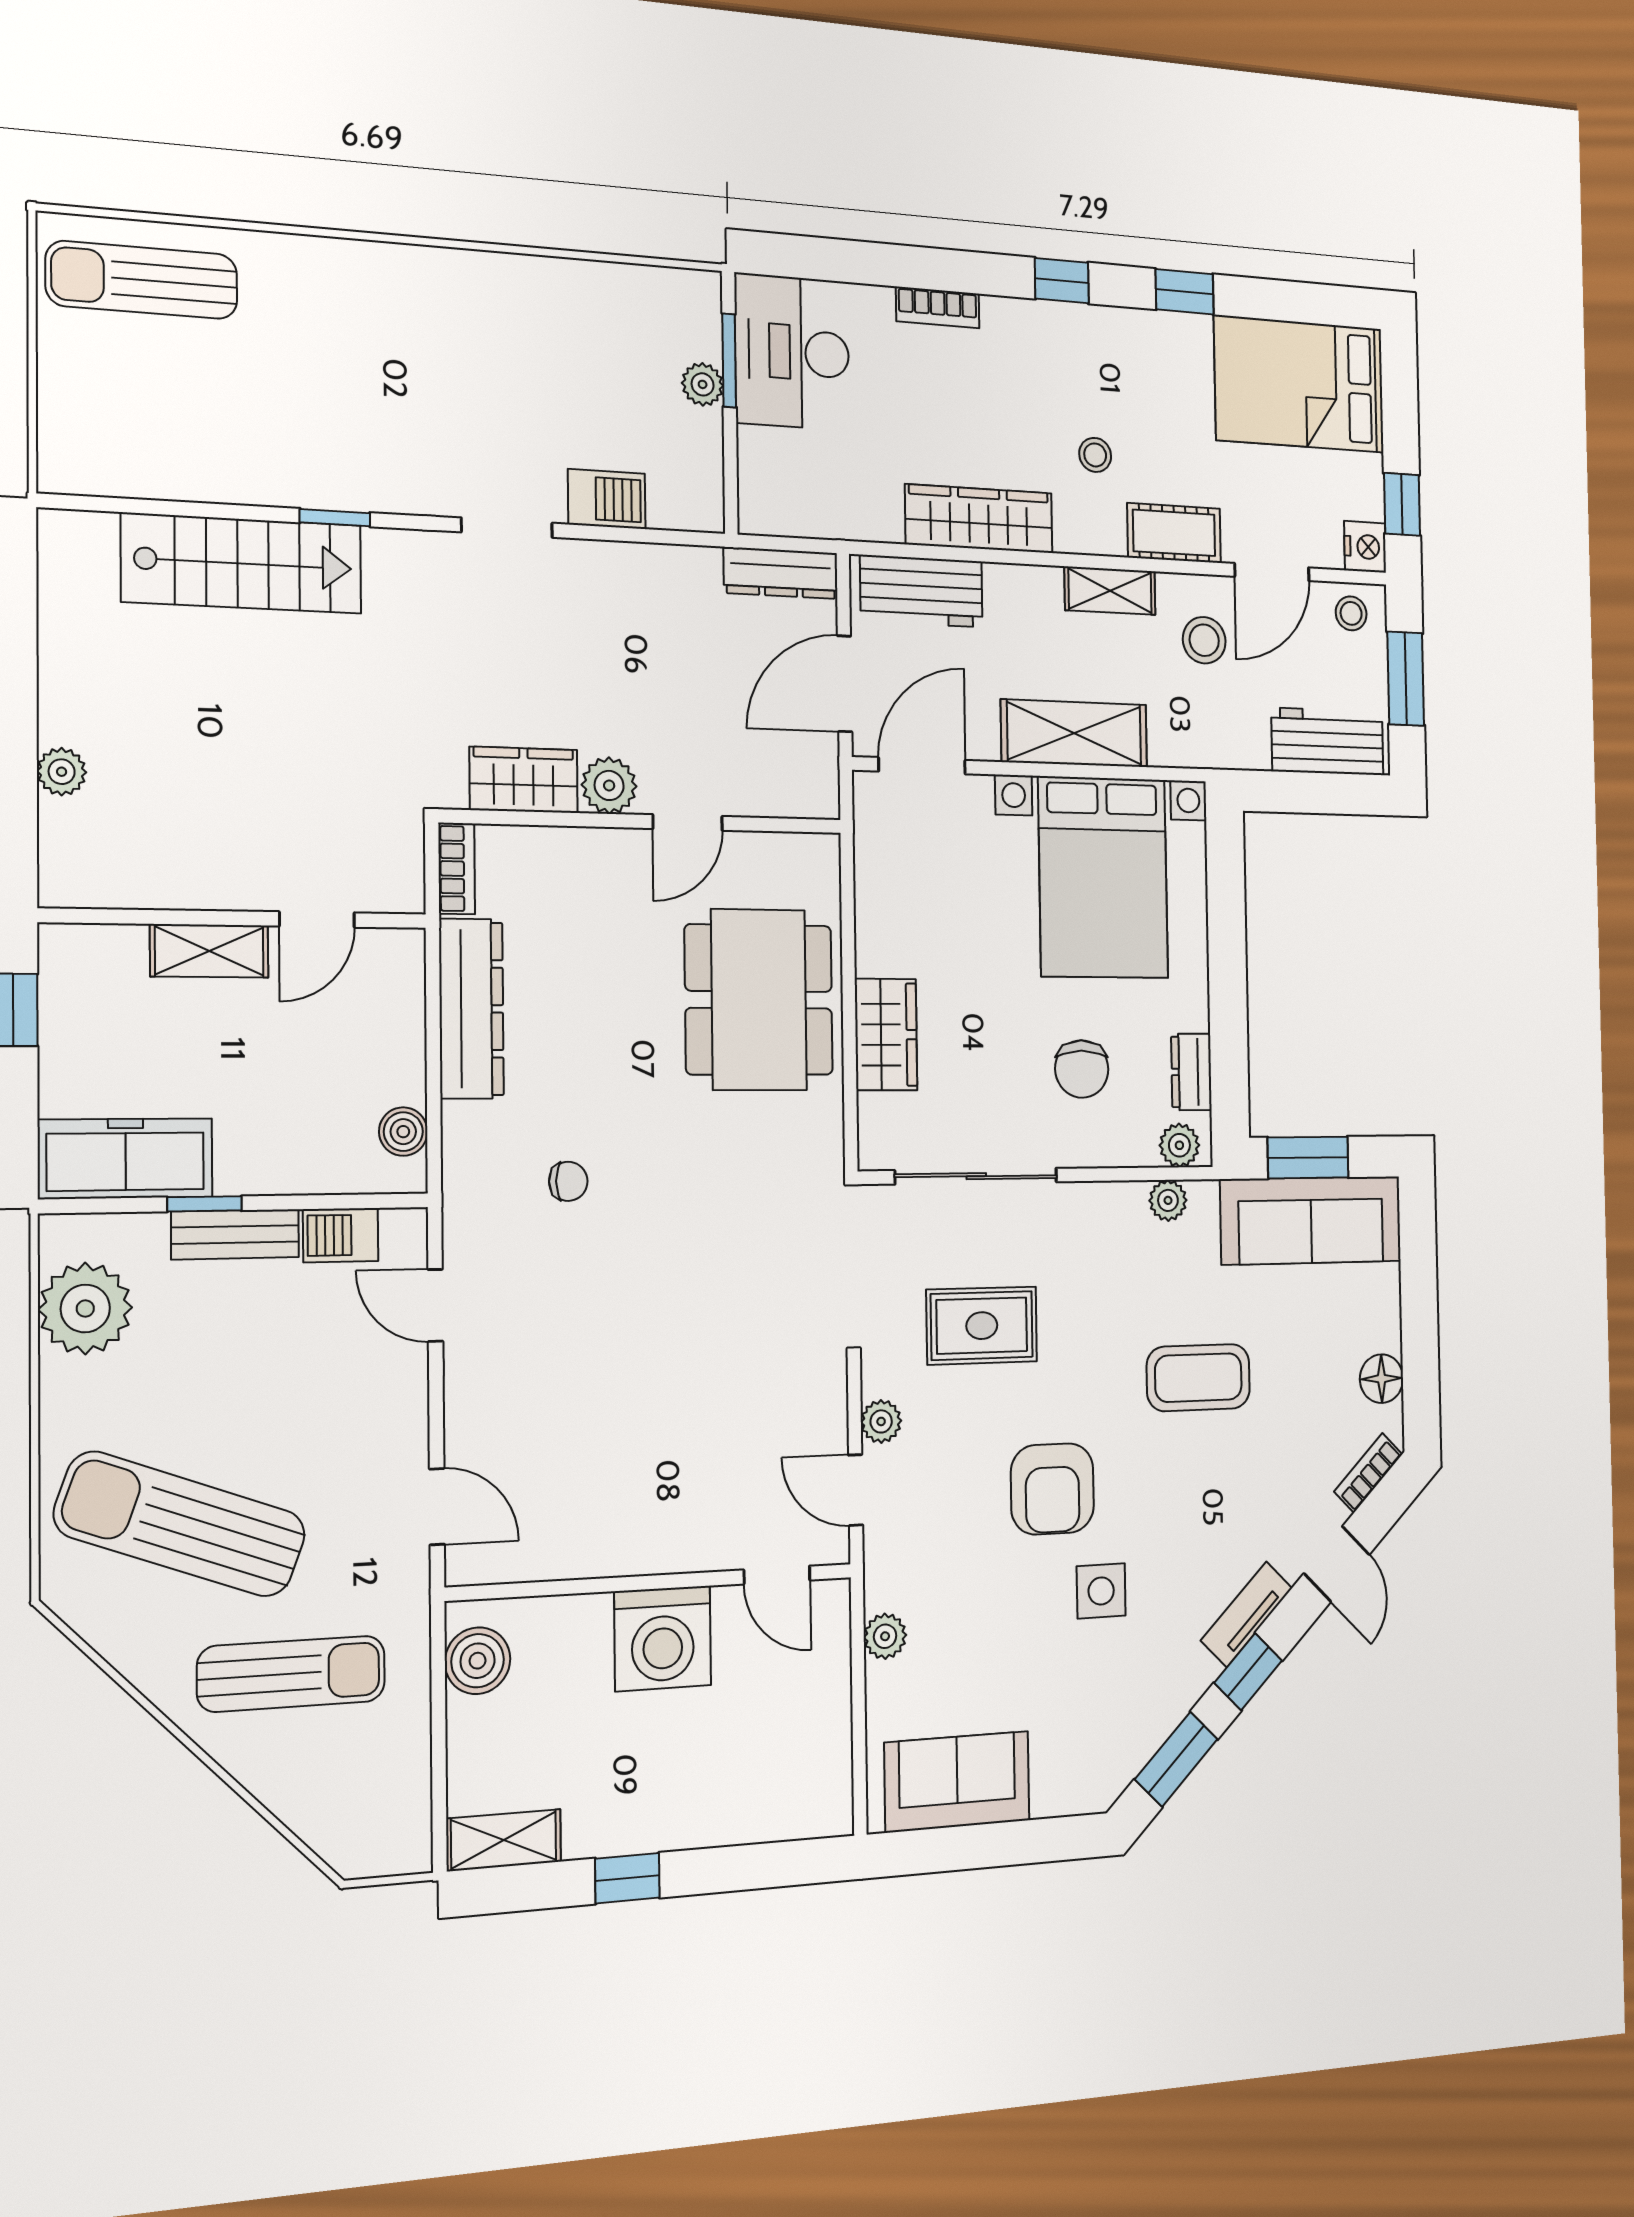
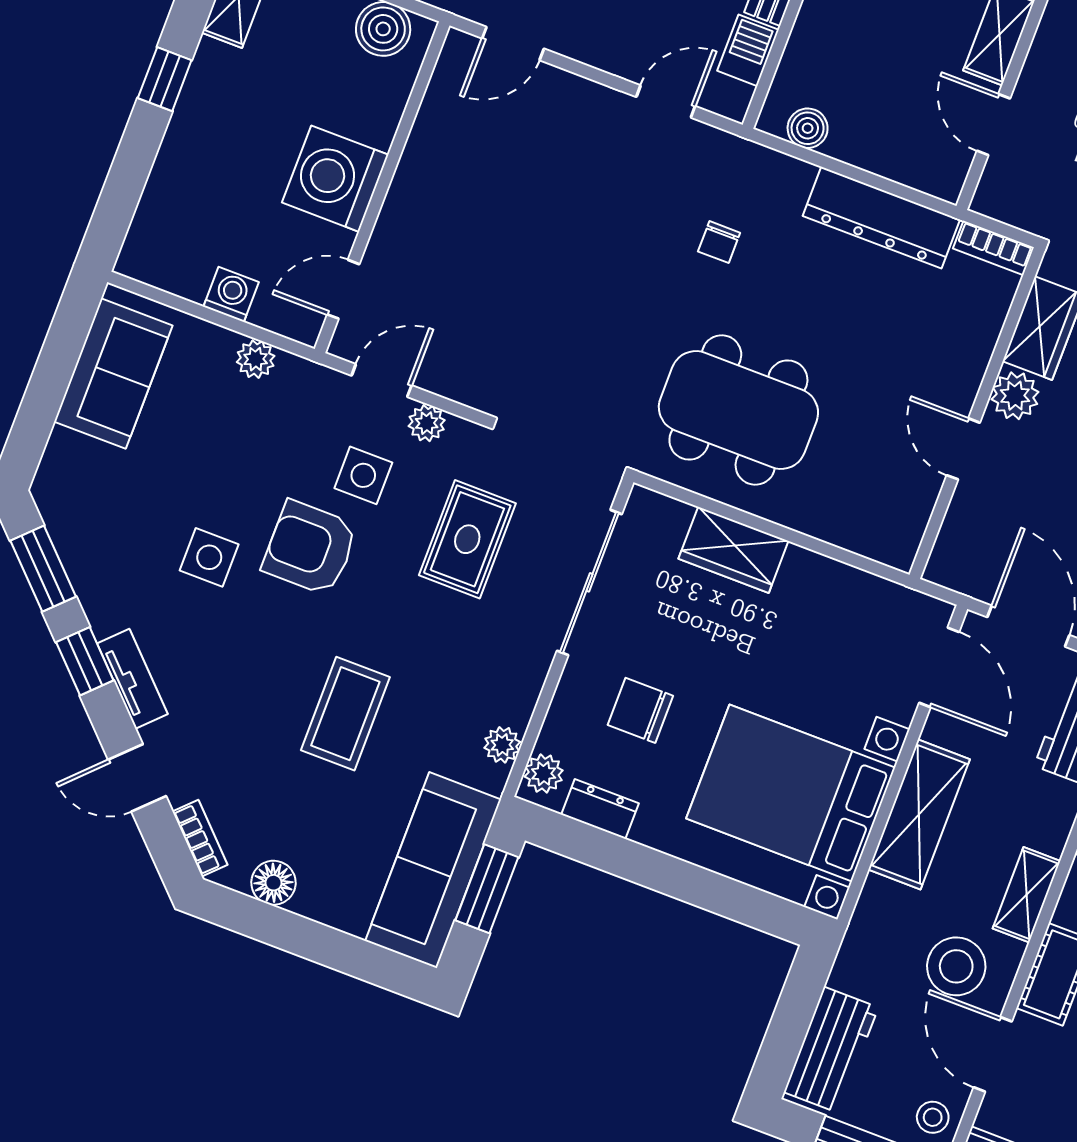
stool: (1204, 640) -> (956, 966), width x1.38, depth x1.38
dining table: (759, 1000) -> (738, 410), moved
side table: (959, 1466) -> (363, 475), added
washing machine: (828, 1695) -> (231, 294), added

